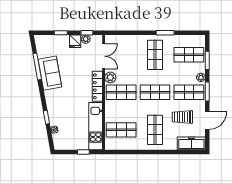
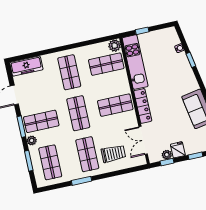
shop shelf: (189, 55) -> (50, 162), turned 90
plant: (110, 77) -> (115, 46), moved
shop shelf: (155, 92) -> (78, 113), turned 90
trolley: (182, 117) -> (113, 154), moved

